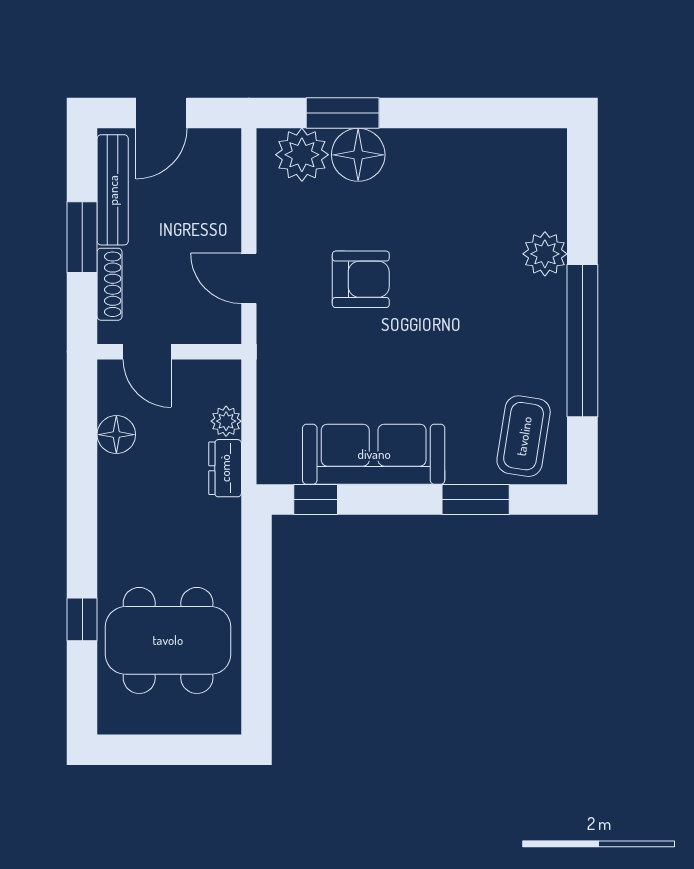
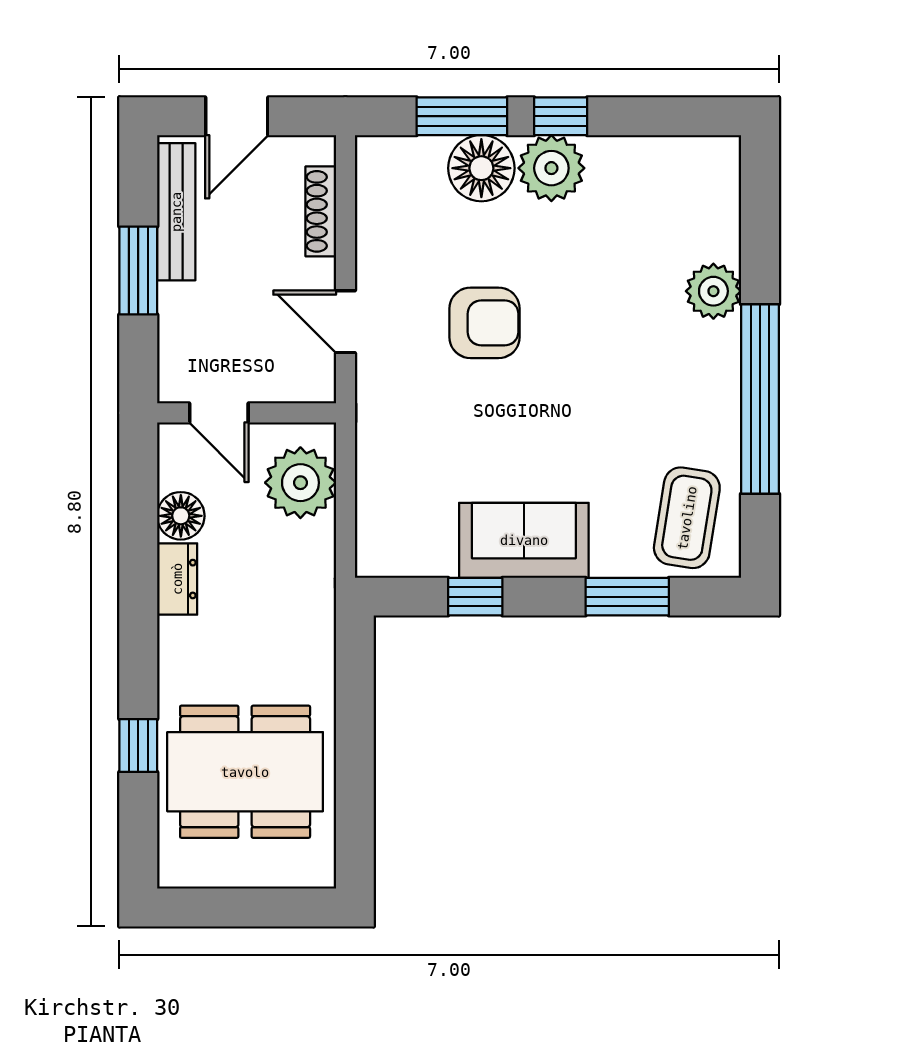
window: (422, 113) -> (561, 116), added
plant: (302, 155) -> (551, 168), moved
shoe rack: (110, 284) -> (321, 211), moved, turned 180
plant: (226, 421) -> (300, 483), width x1.88, depth x1.88
sofa: (374, 454) -> (524, 540), width x0.73
dresser: (225, 468) -> (177, 579), moved, turned 180
window: (316, 500) -> (475, 597), moved

